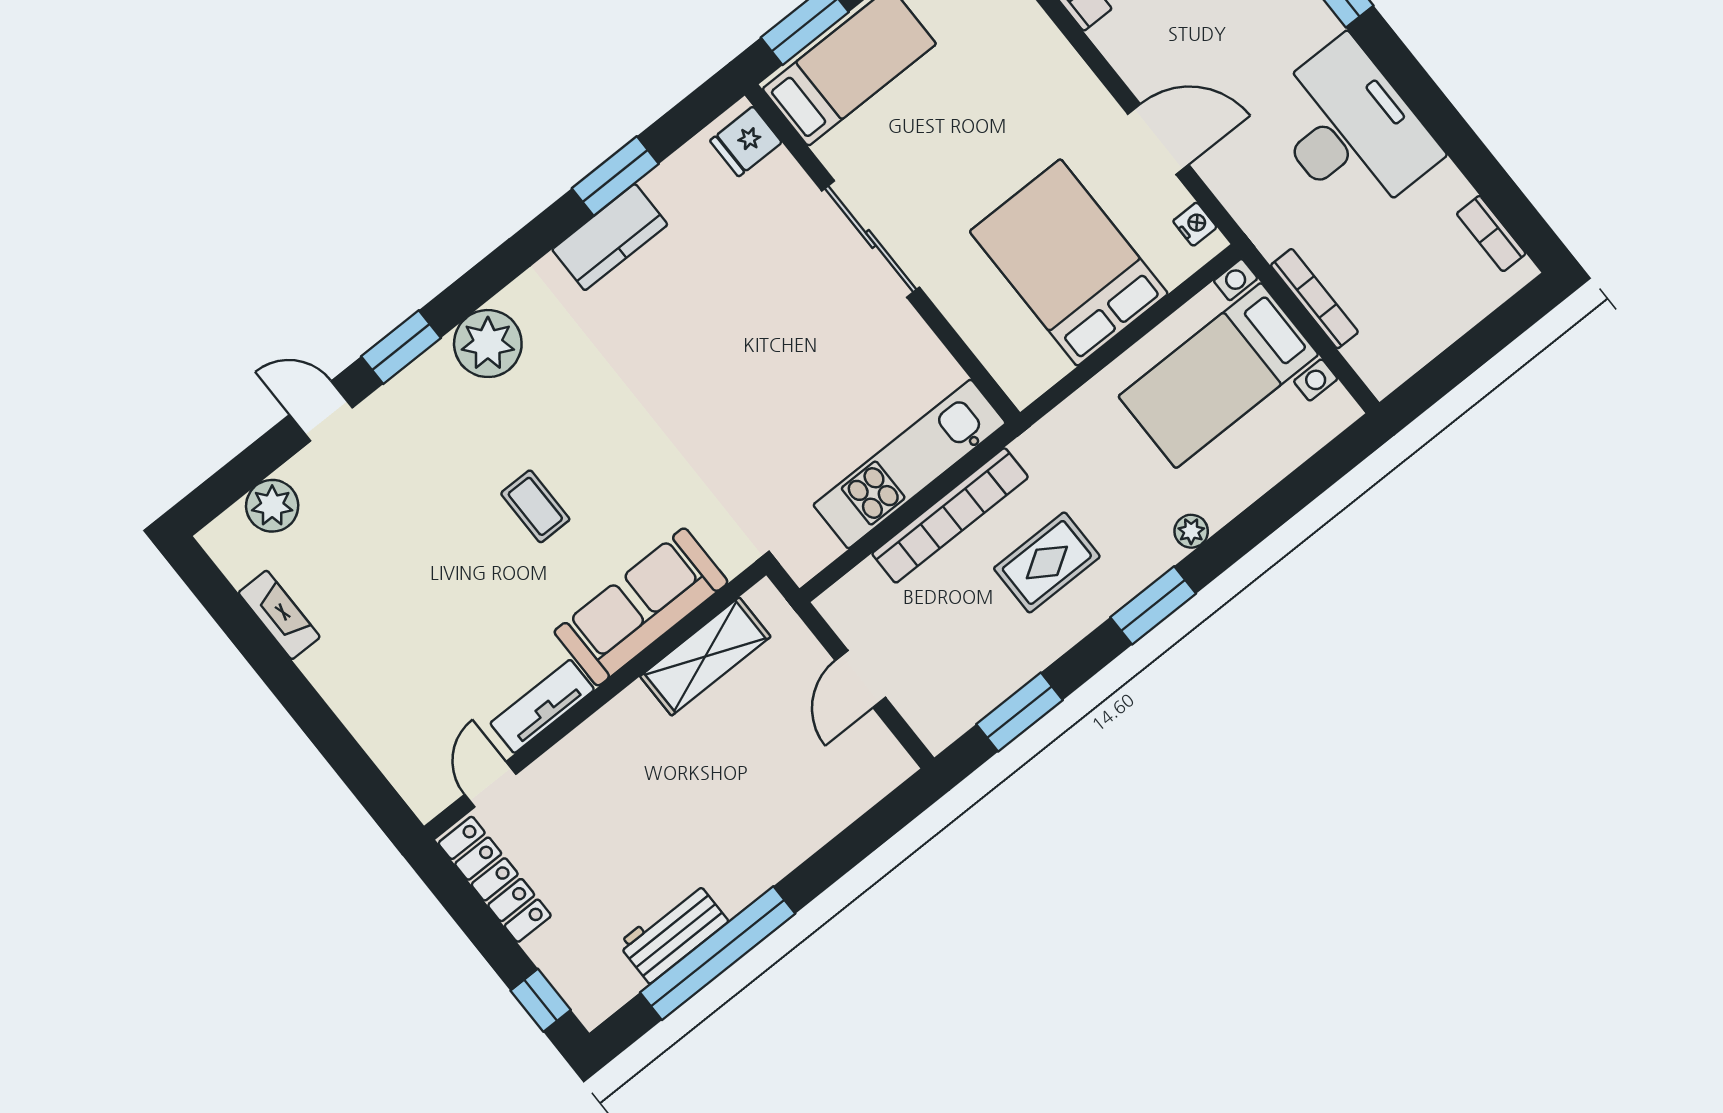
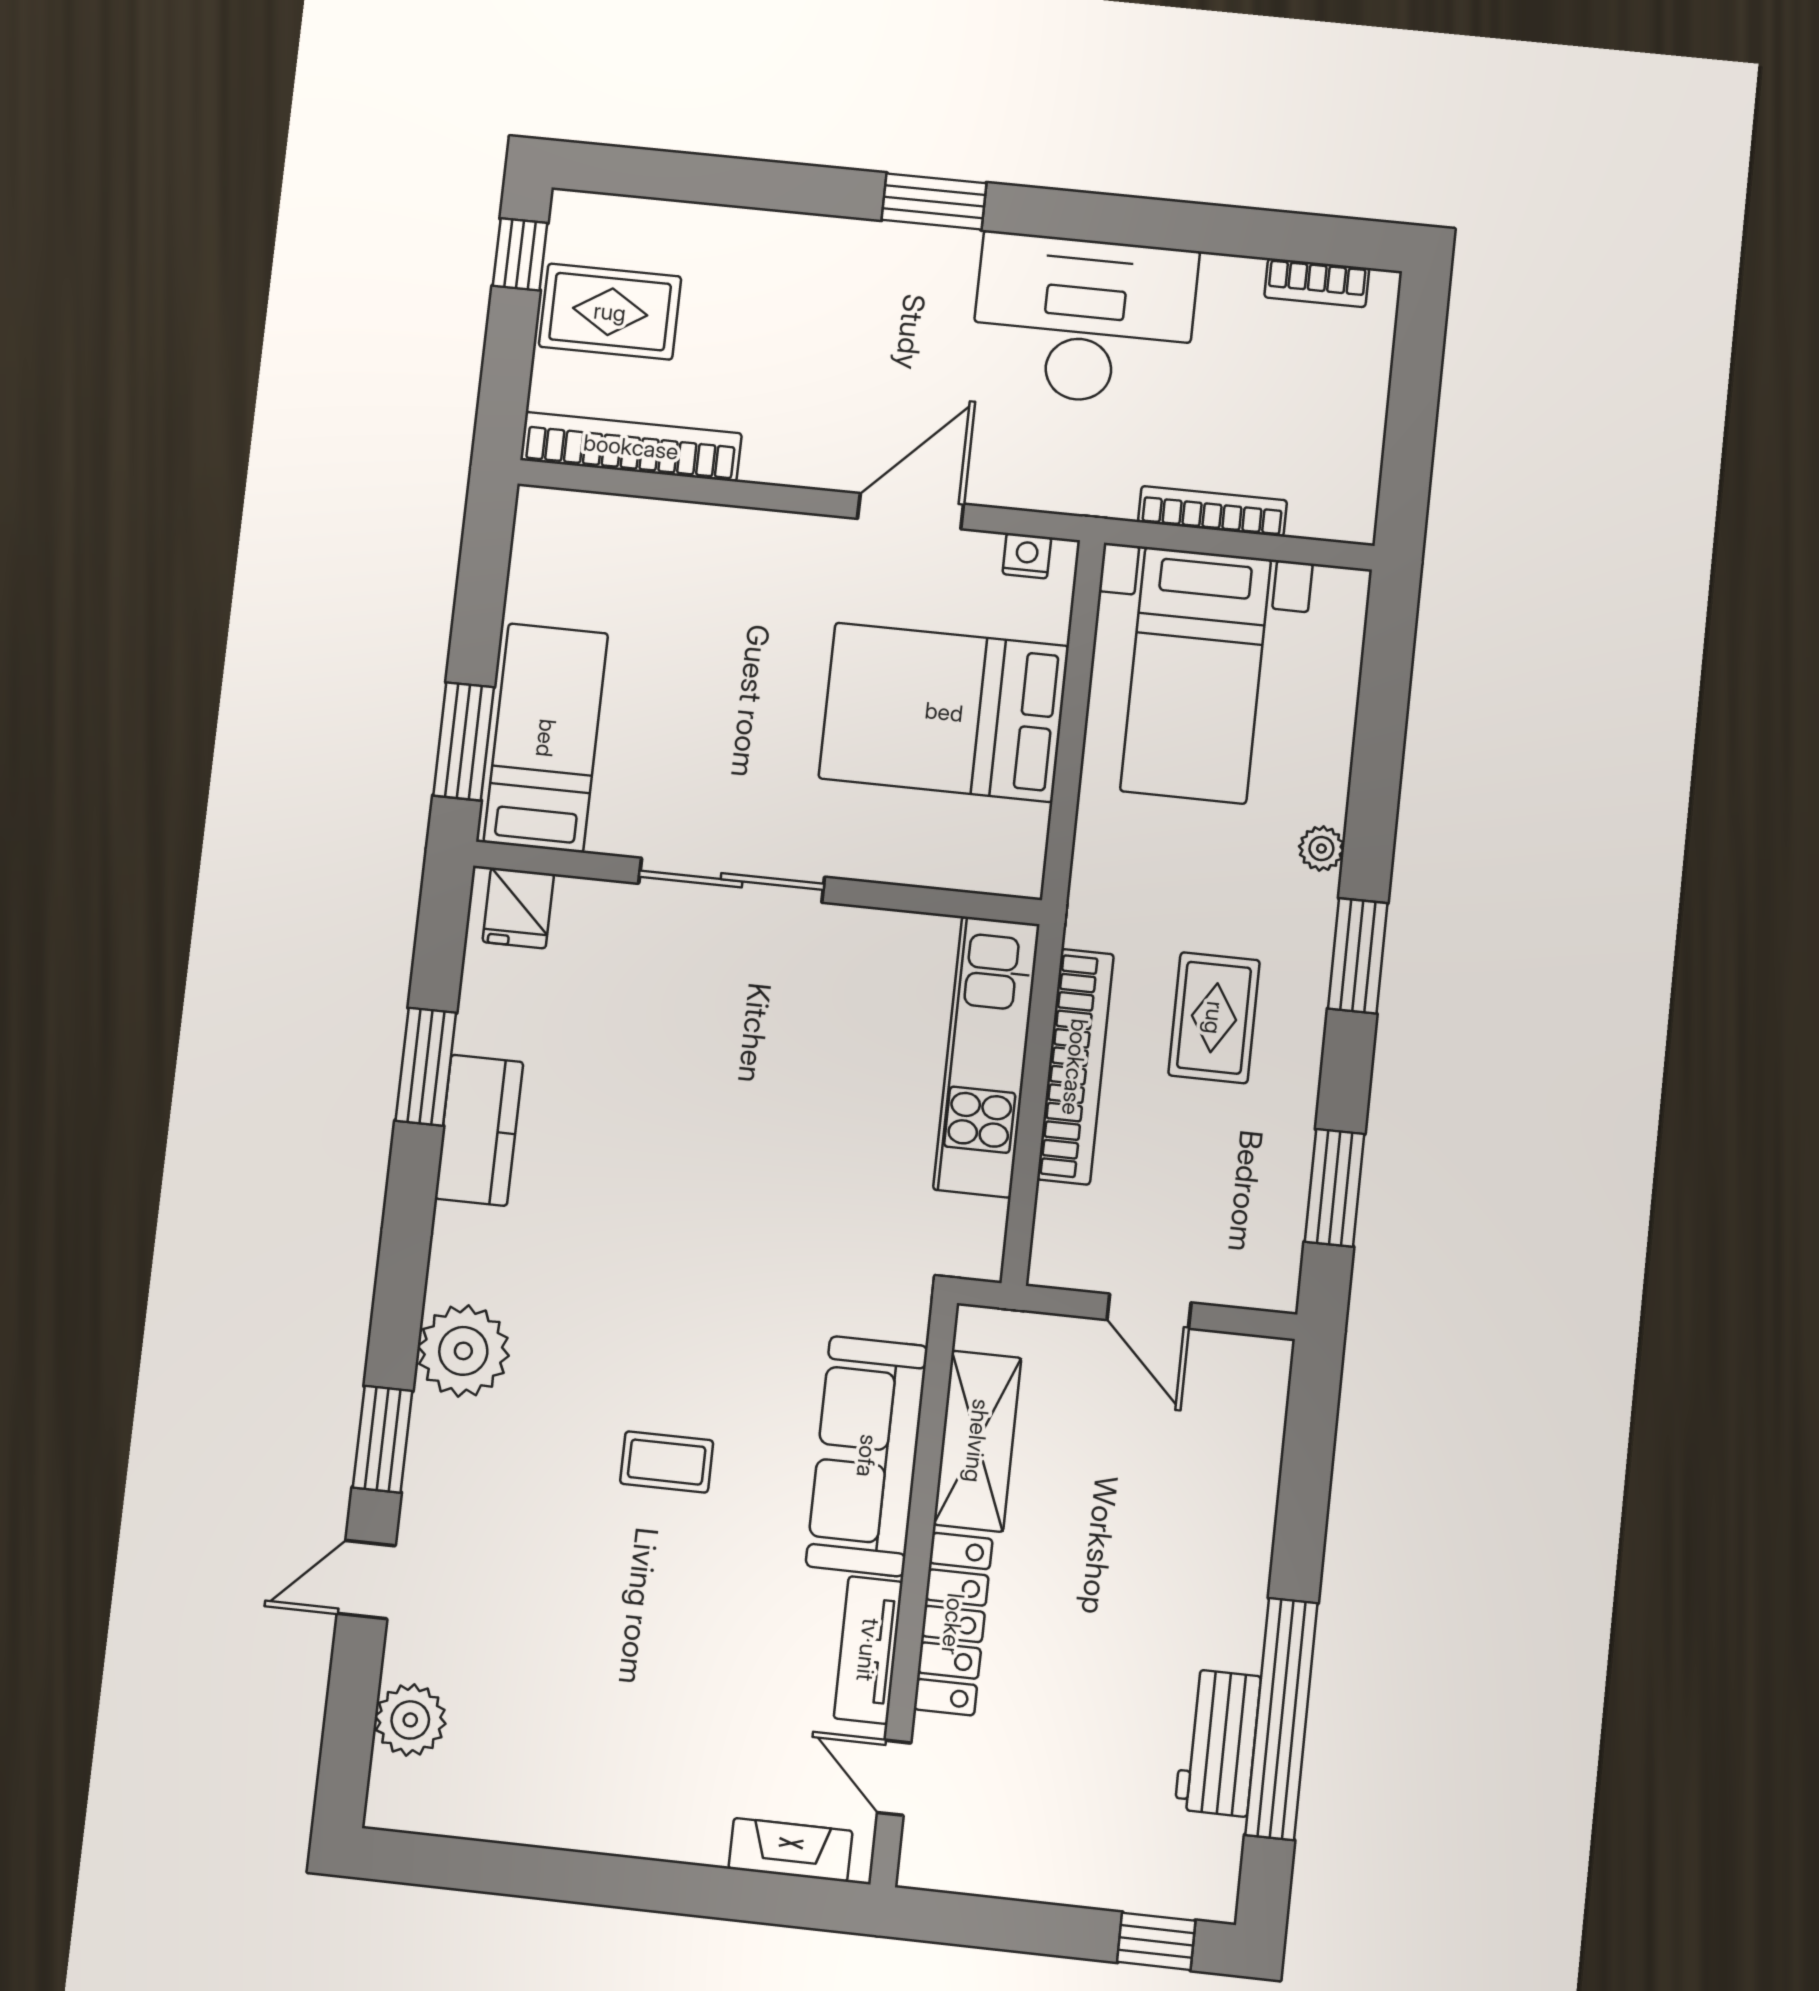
fireplace: (279, 615) -> (790, 1850), moved
locker: (495, 879) -> (953, 1624), moved, turned 90

